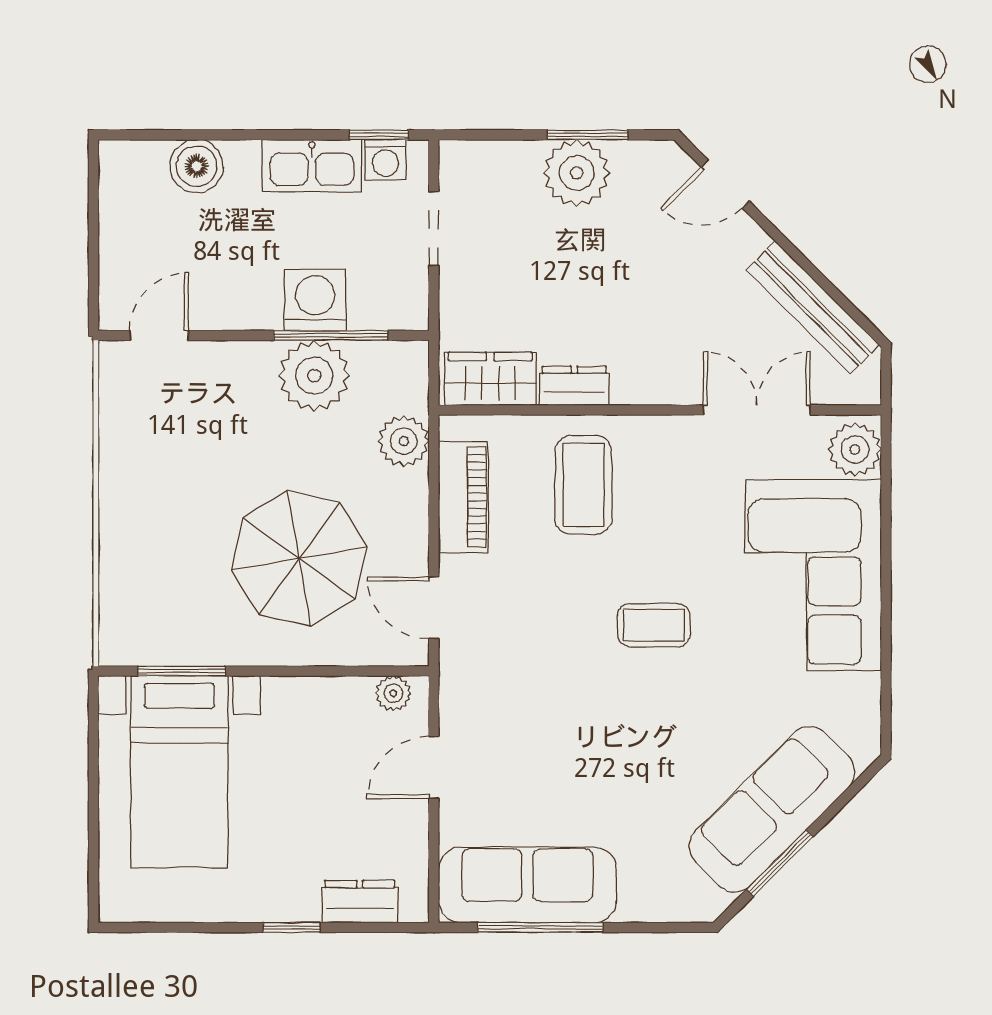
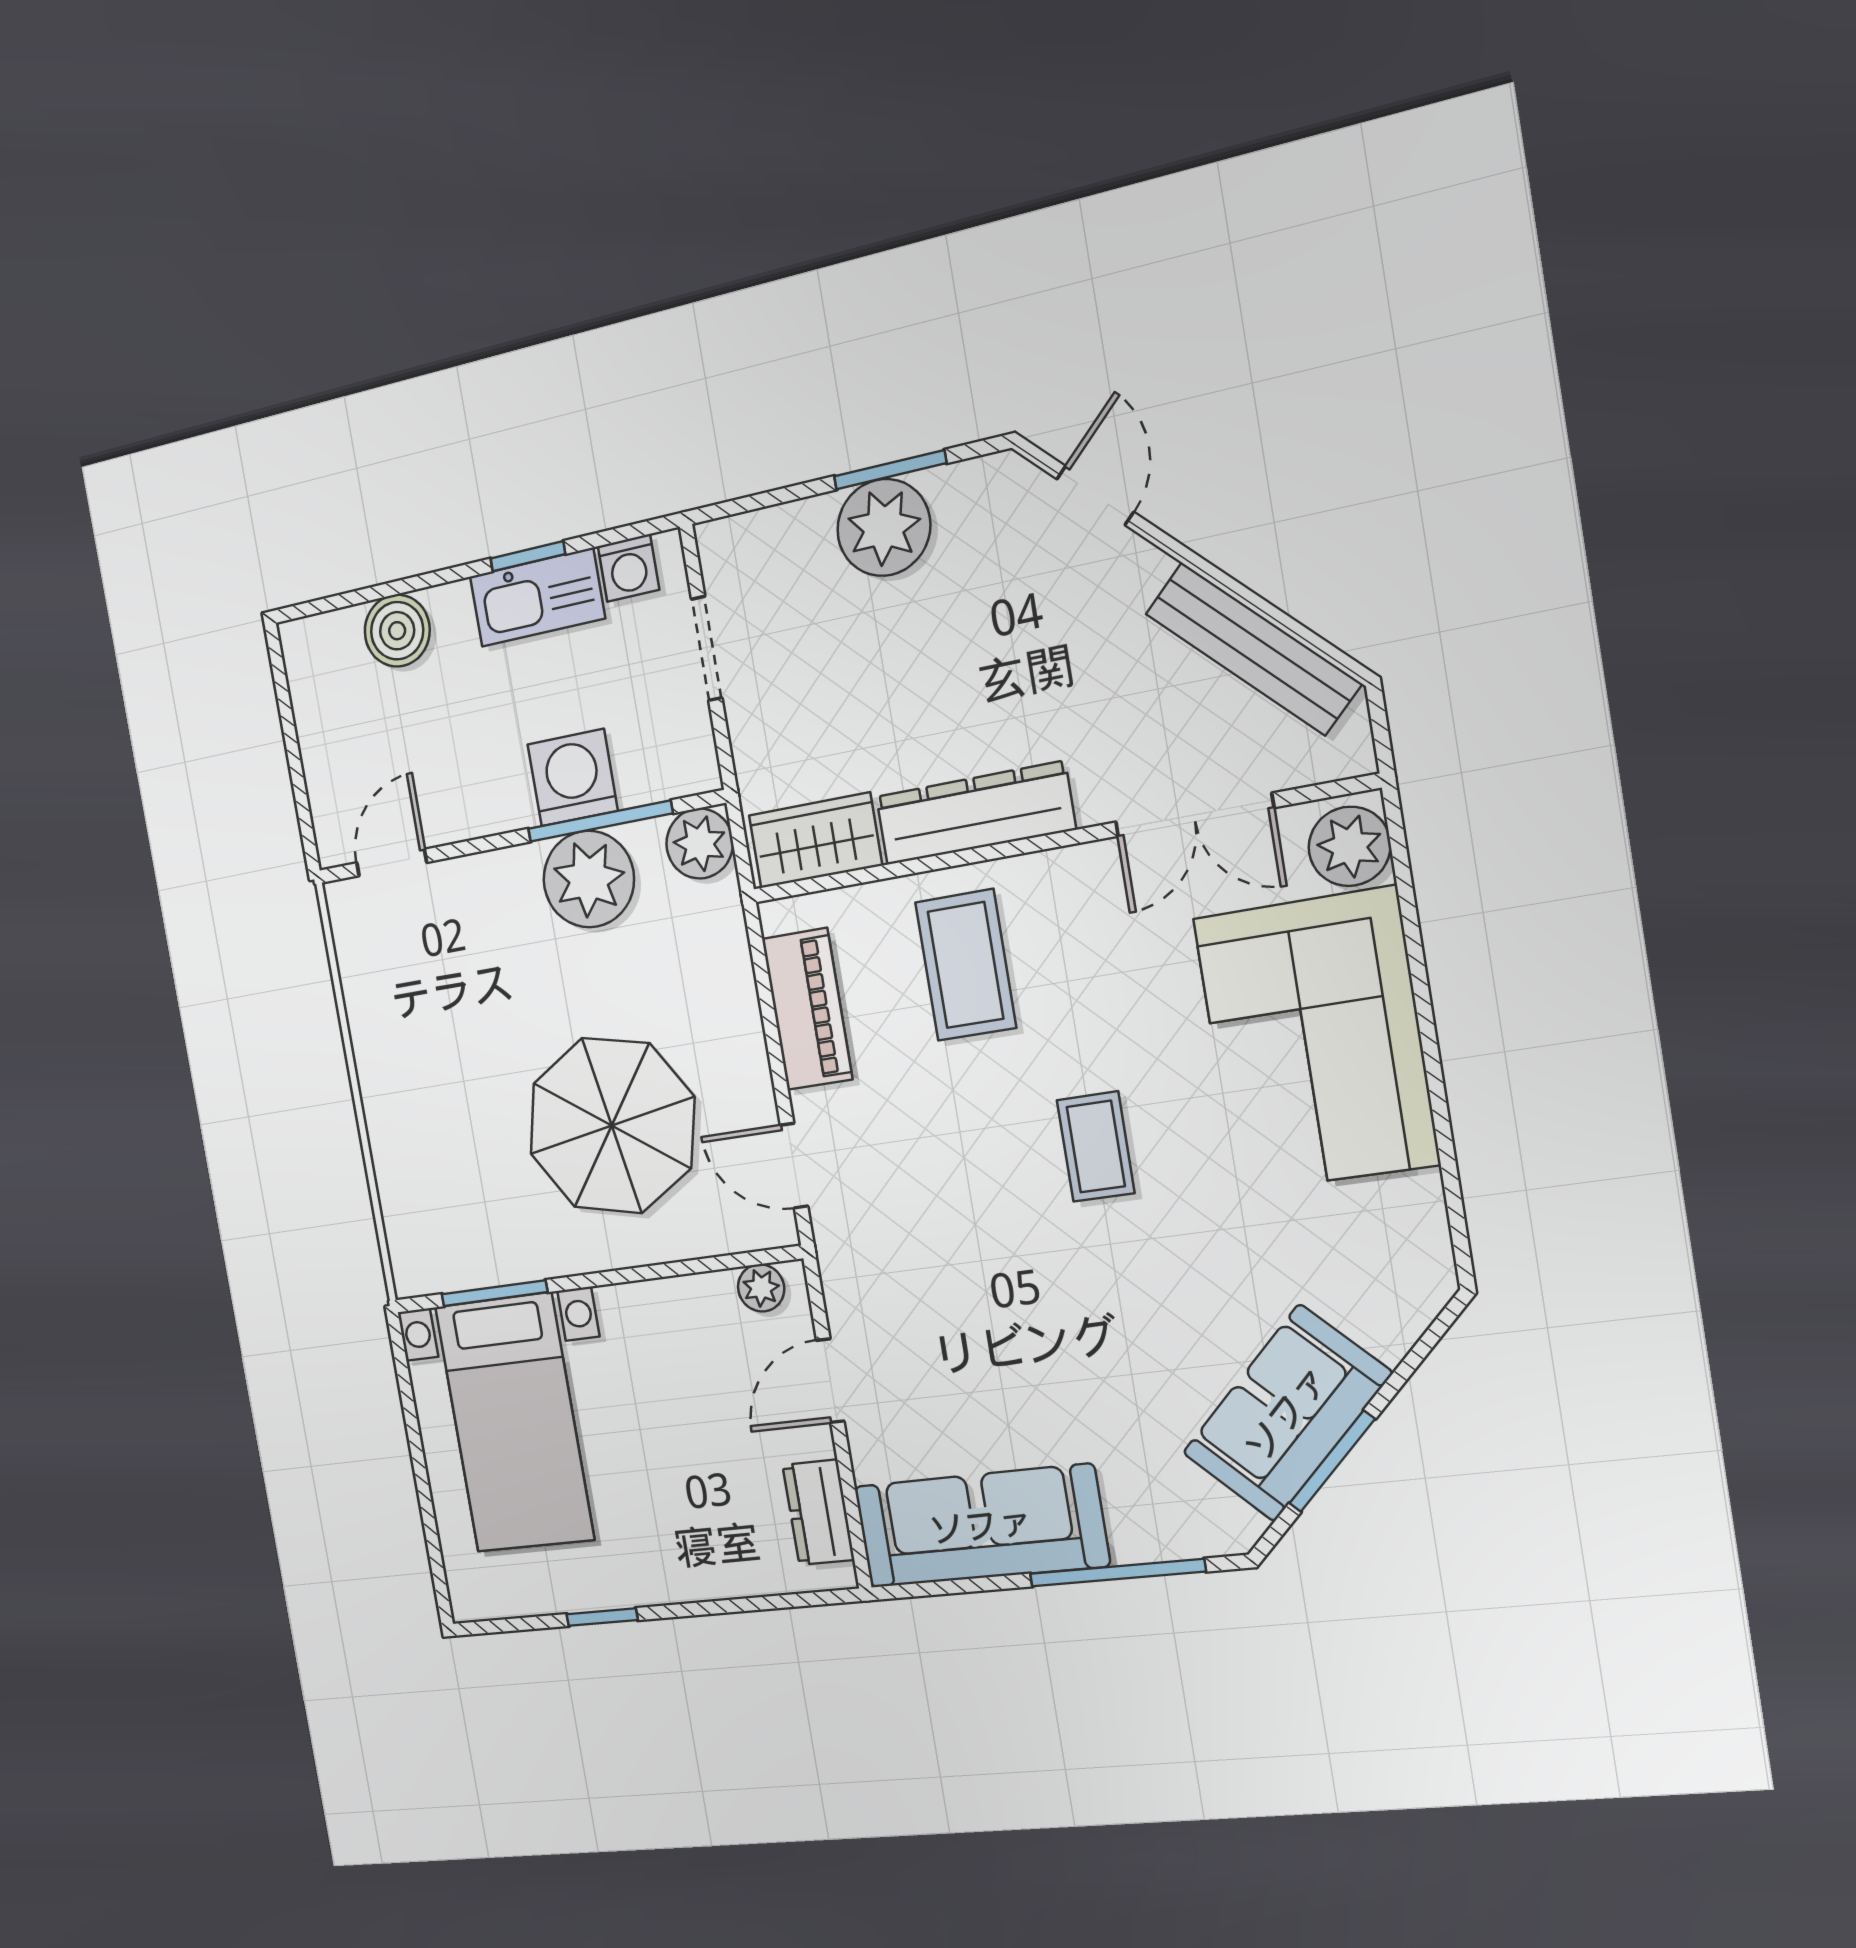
window: (379, 135) -> (528, 556), moved
door: (725, 184) -> (1095, 495), swing flipped
dresser: (574, 386) -> (975, 813), width x1.96, depth x1.24
double door: (757, 410) -> (1194, 815), swing flipped
plant: (404, 441) -> (700, 844), moved
coffee table: (654, 625) -> (1096, 1147), turned 90
sofa: (772, 809) -> (1287, 1413), width x0.73
dresser: (360, 901) -> (818, 1512), moved, turned -90
window: (291, 927) -> (602, 1617), moved
window: (540, 927) -> (1117, 1573), moved

